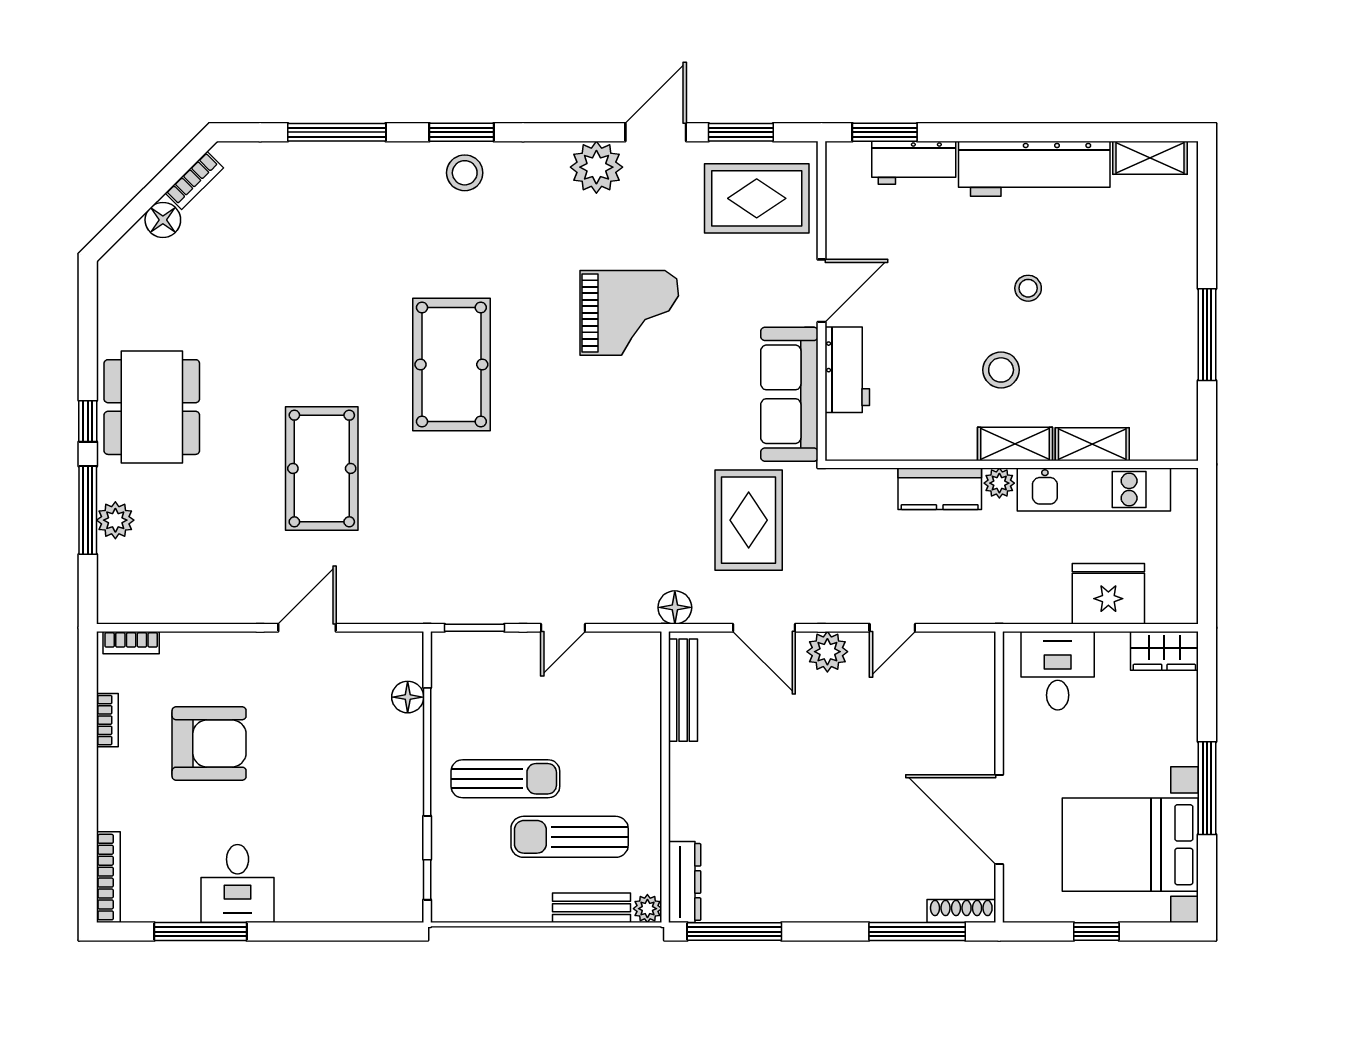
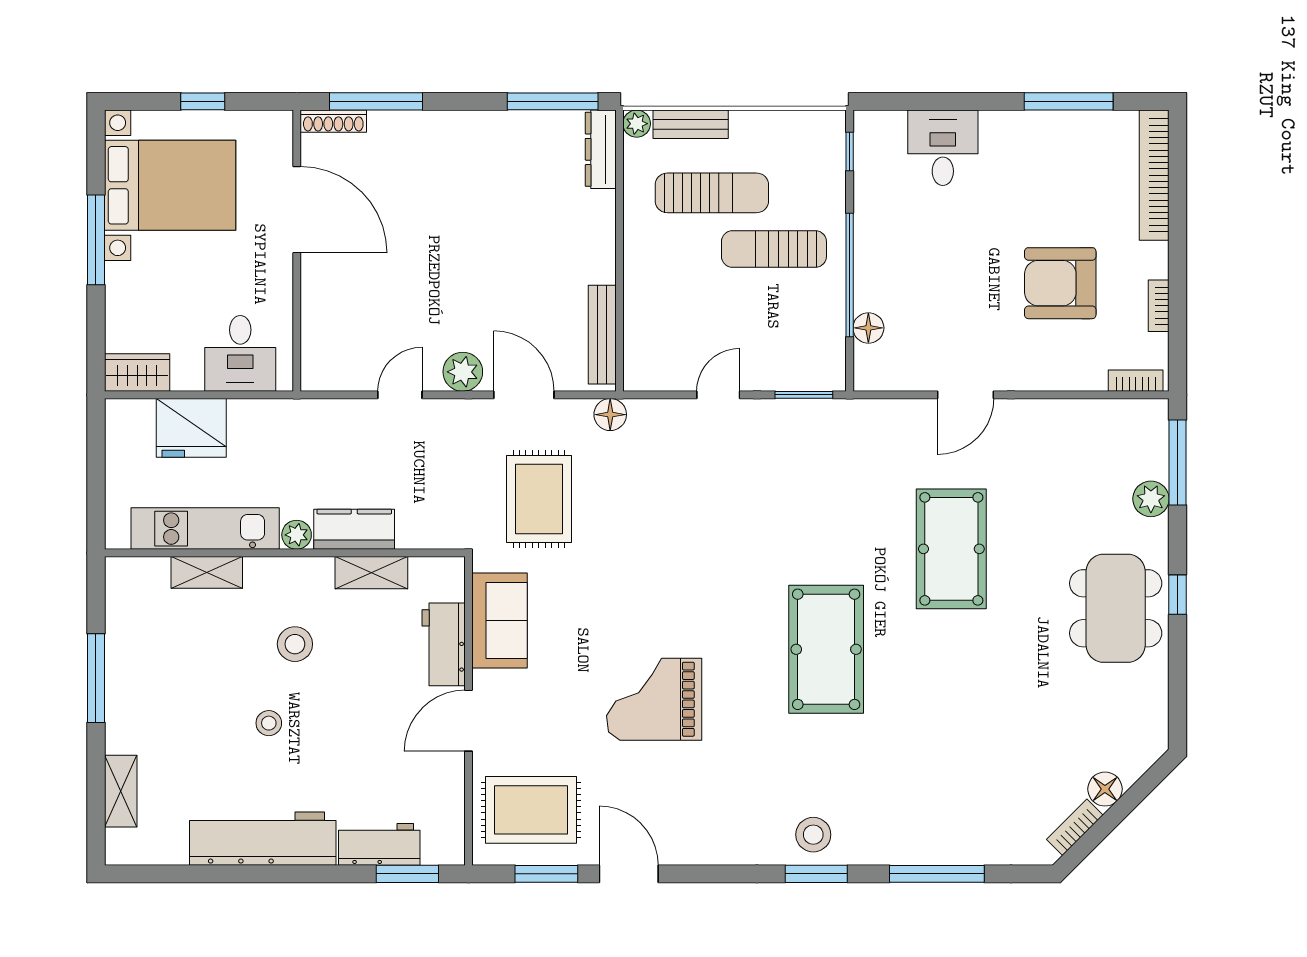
door: (656, 132) -> (629, 874), swing flipped
shelving: (1150, 158) -> (121, 791), moved, turned 90
plant: (596, 167) -> (686, 840), removed
sofa: (789, 394) -> (499, 621), width x0.73
shelving: (1015, 444) -> (371, 573), moved
window: (88, 510) -> (1177, 463), moved
bookcase: (108, 877) -> (1154, 175), width x1.48, depth x1.31
desk: (238, 884) -> (943, 148), moved

